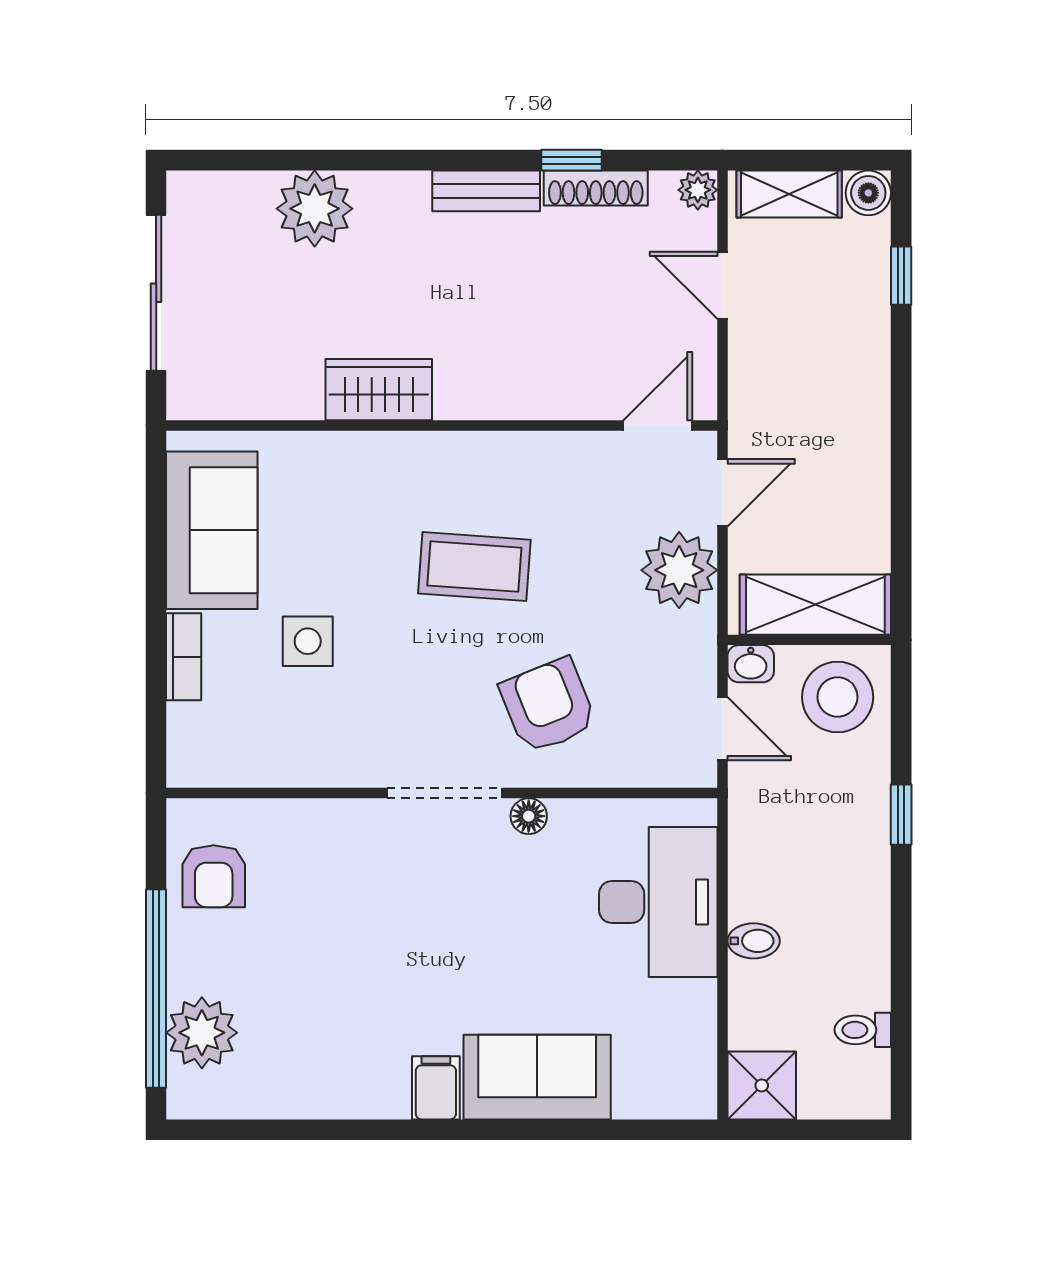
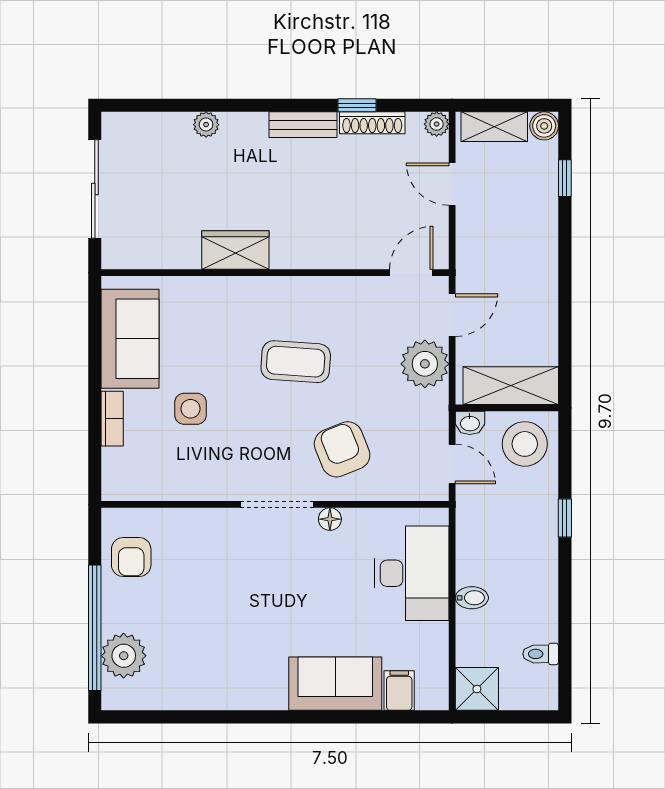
plant: (315, 209) -> (206, 125), width x0.53, depth x0.53
filing cabinet: (436, 1088) -> (399, 691), moved

